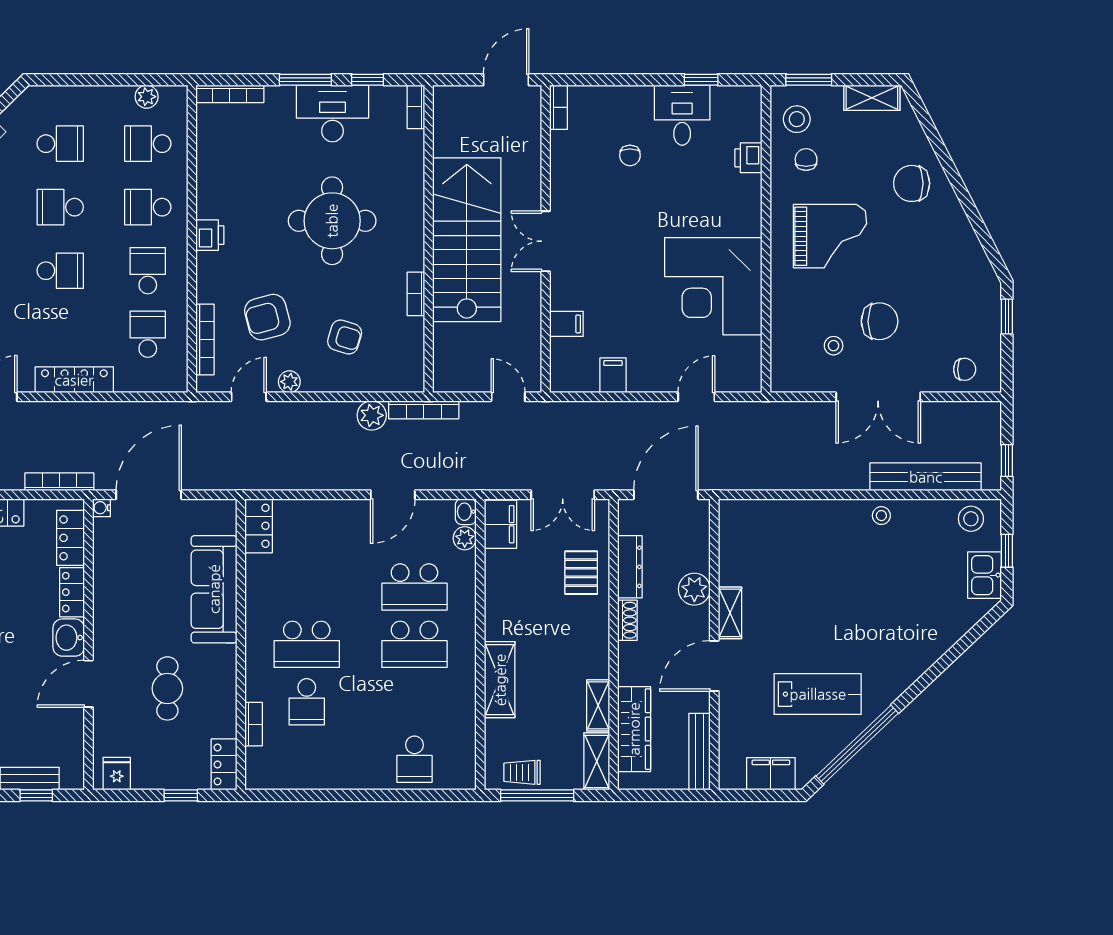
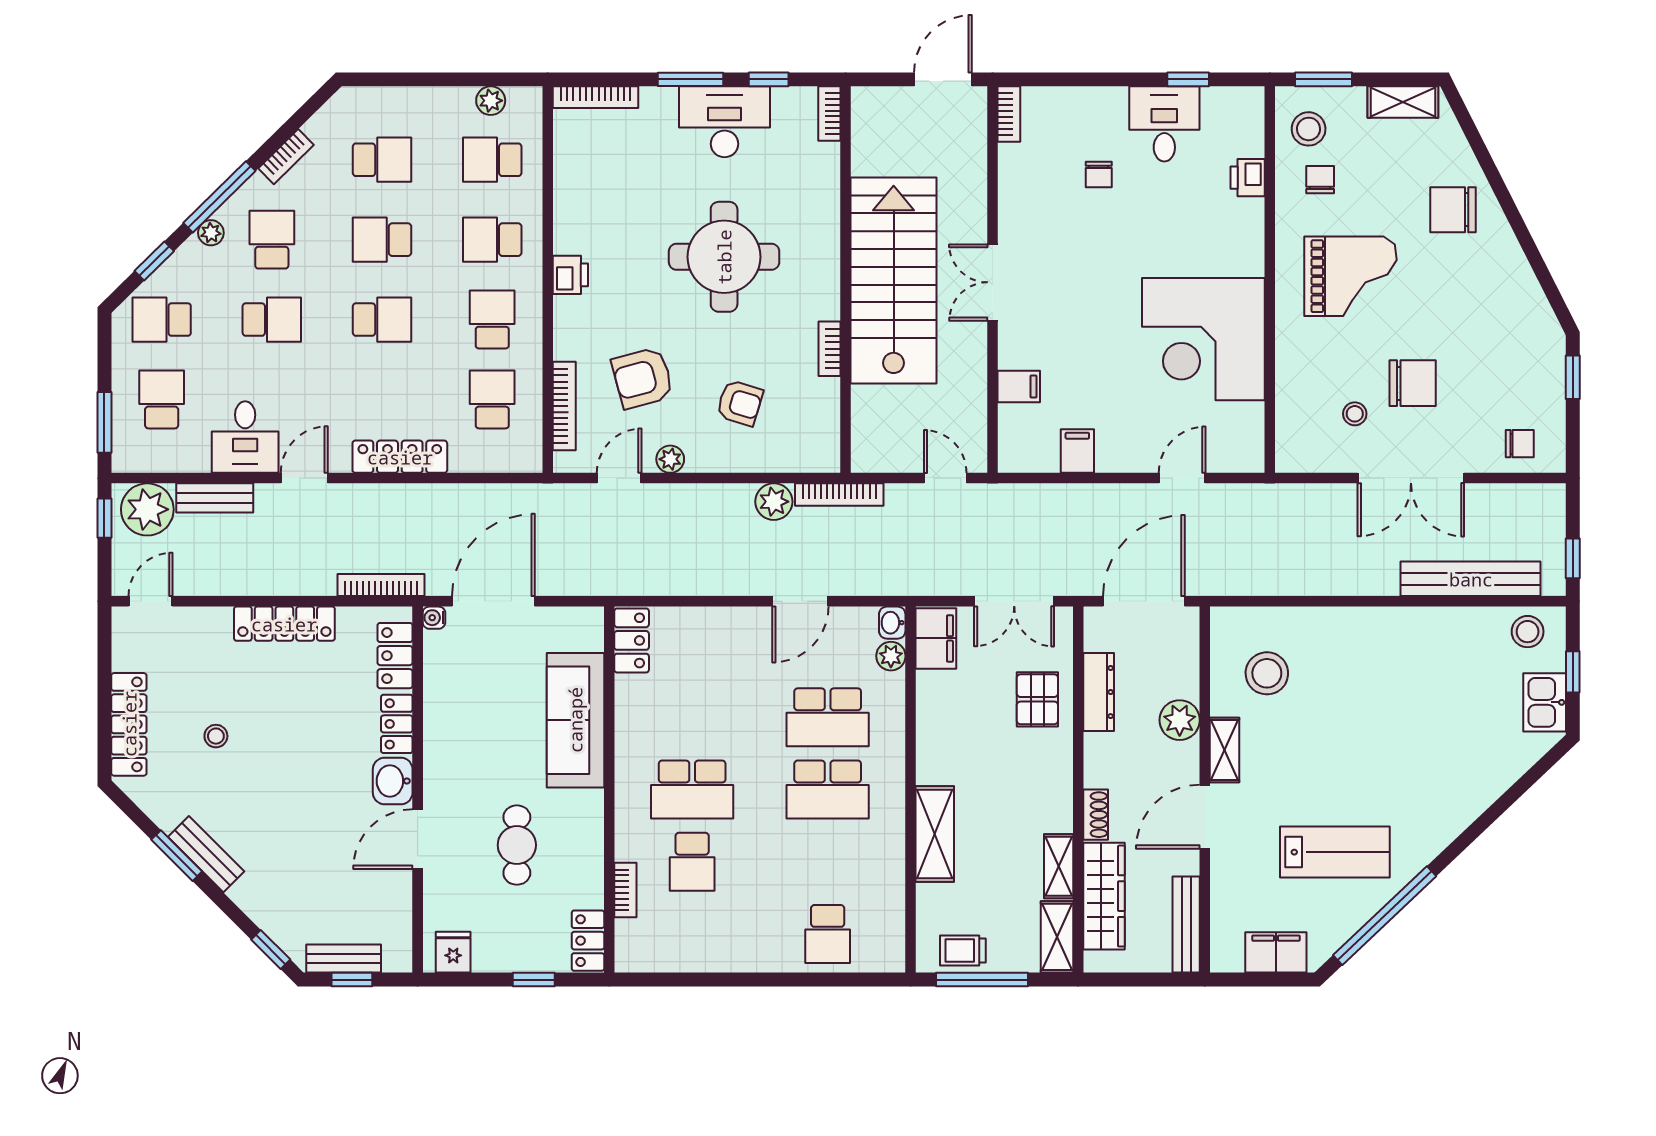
stool: (881, 516) -> (1267, 673), moved, width x1.89, depth x1.89
shoe rack: (627, 620) -> (1096, 815), moved

